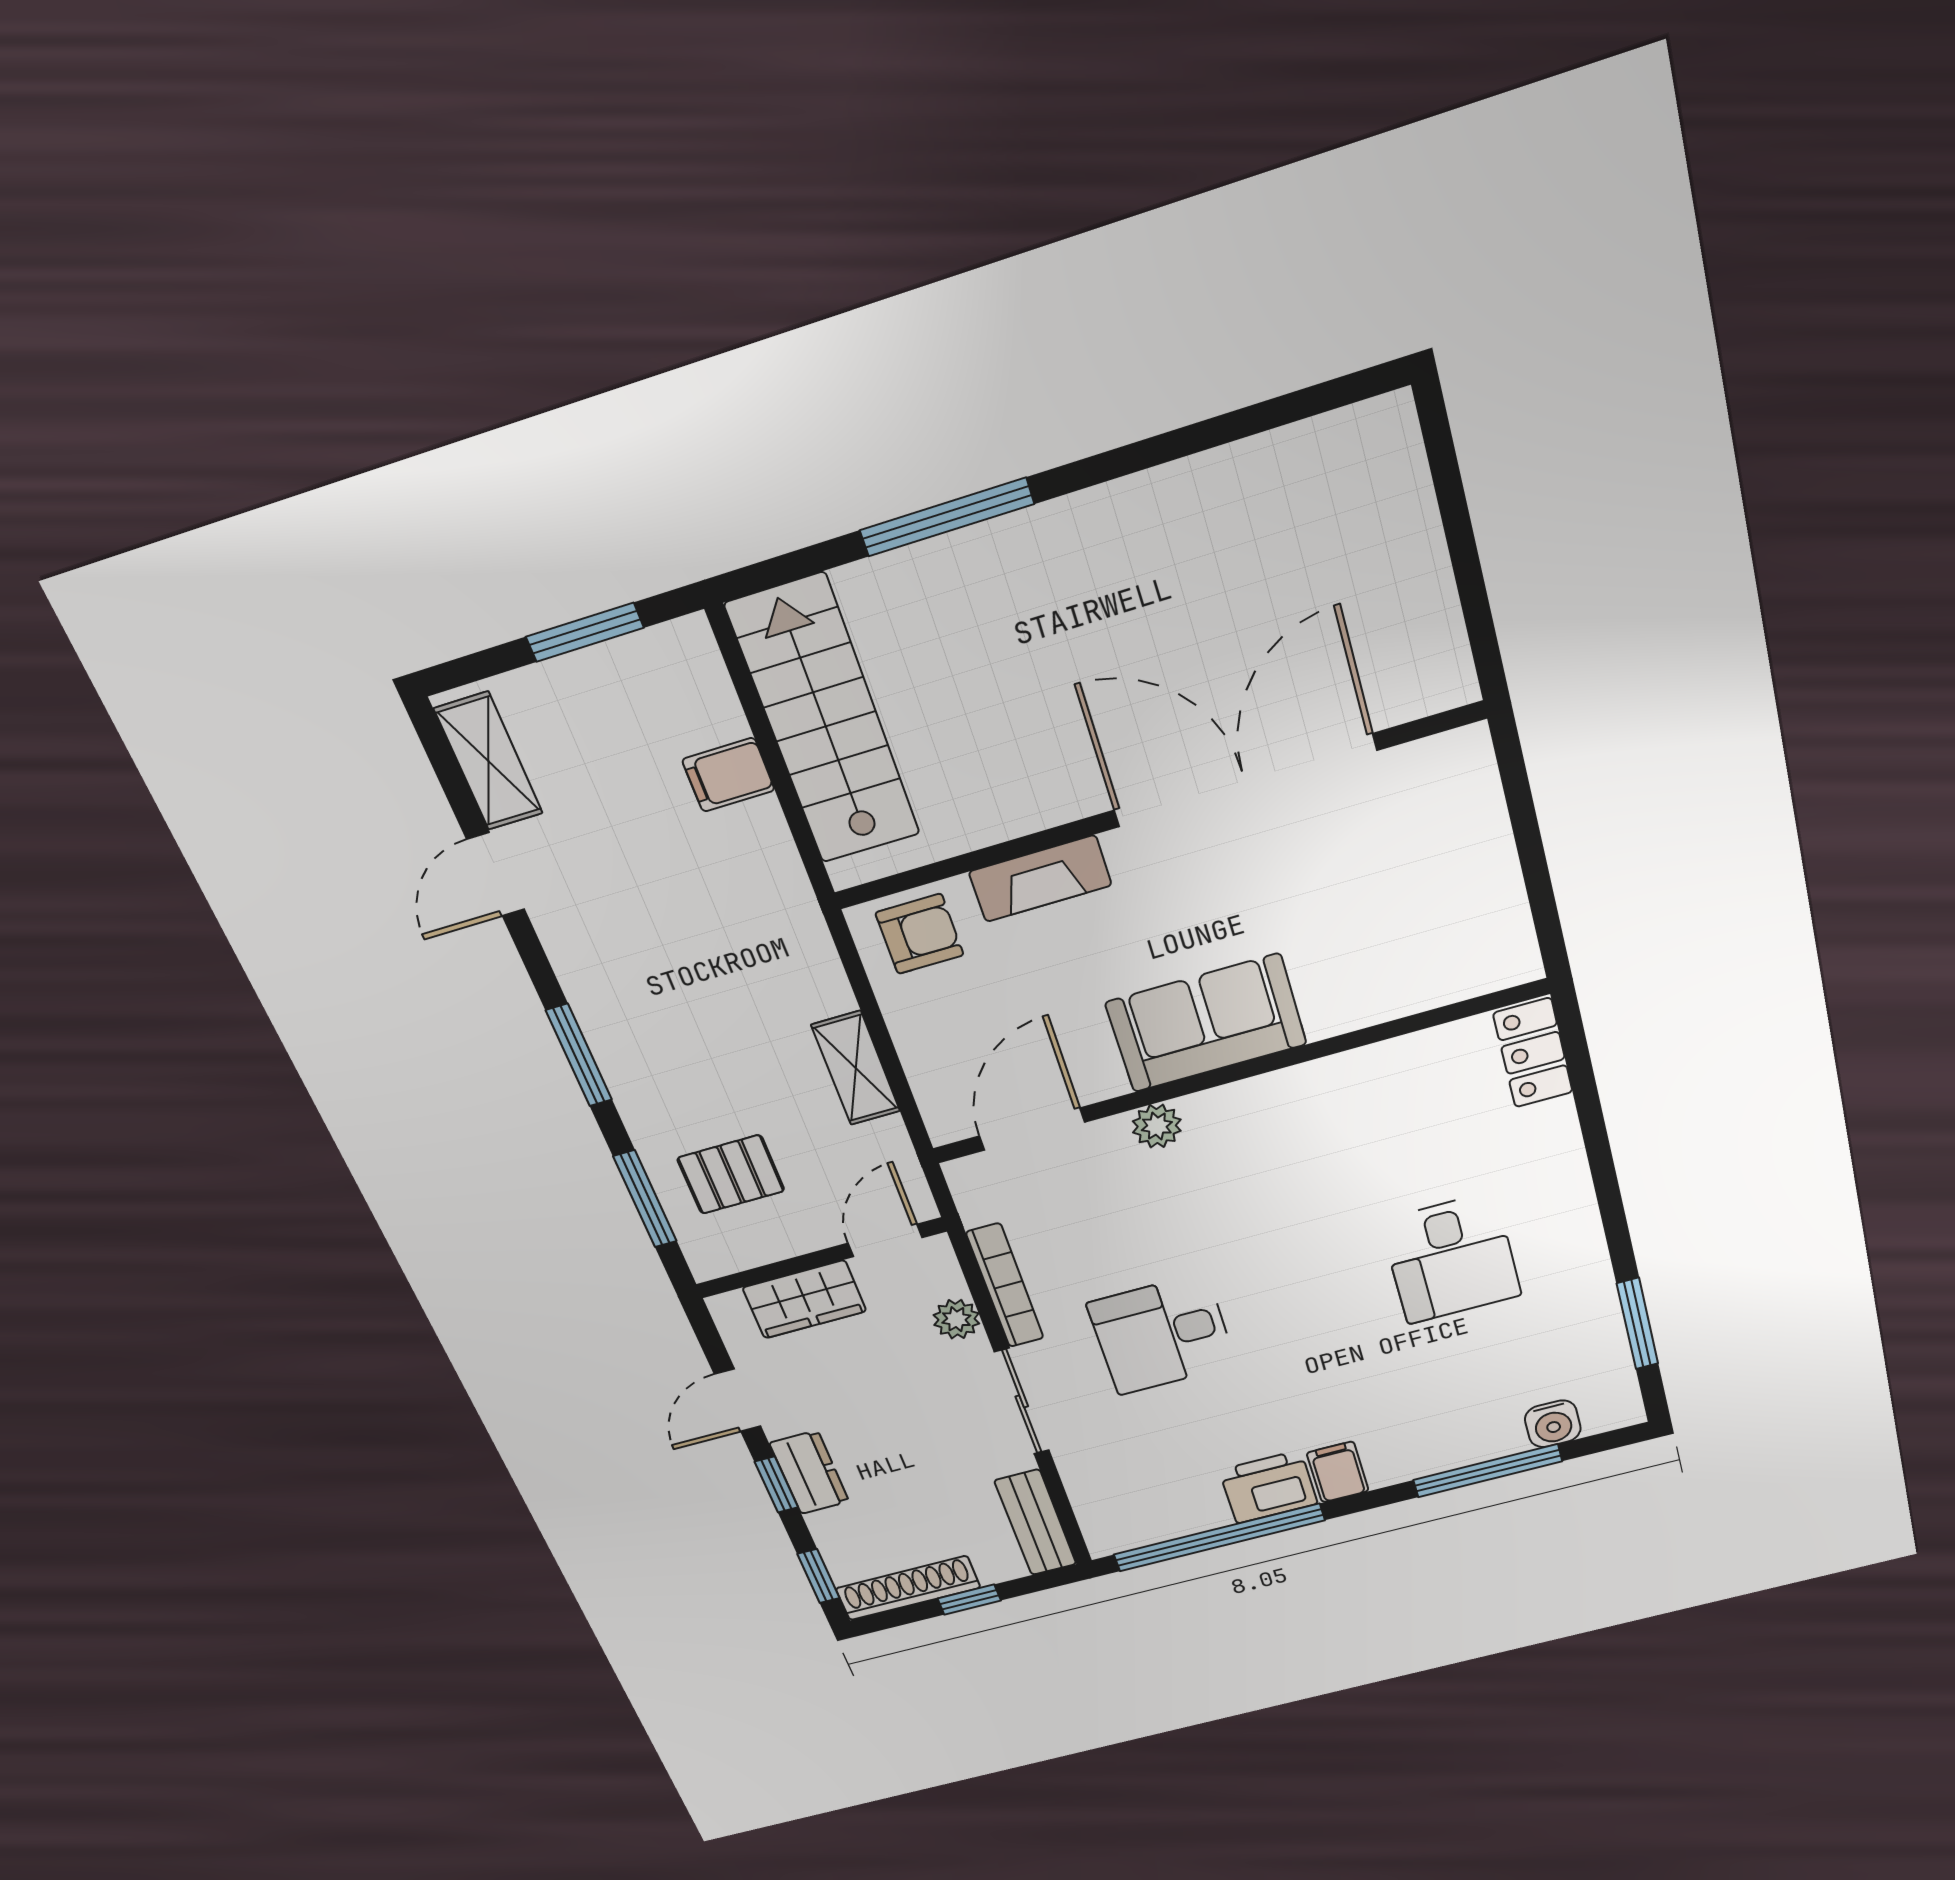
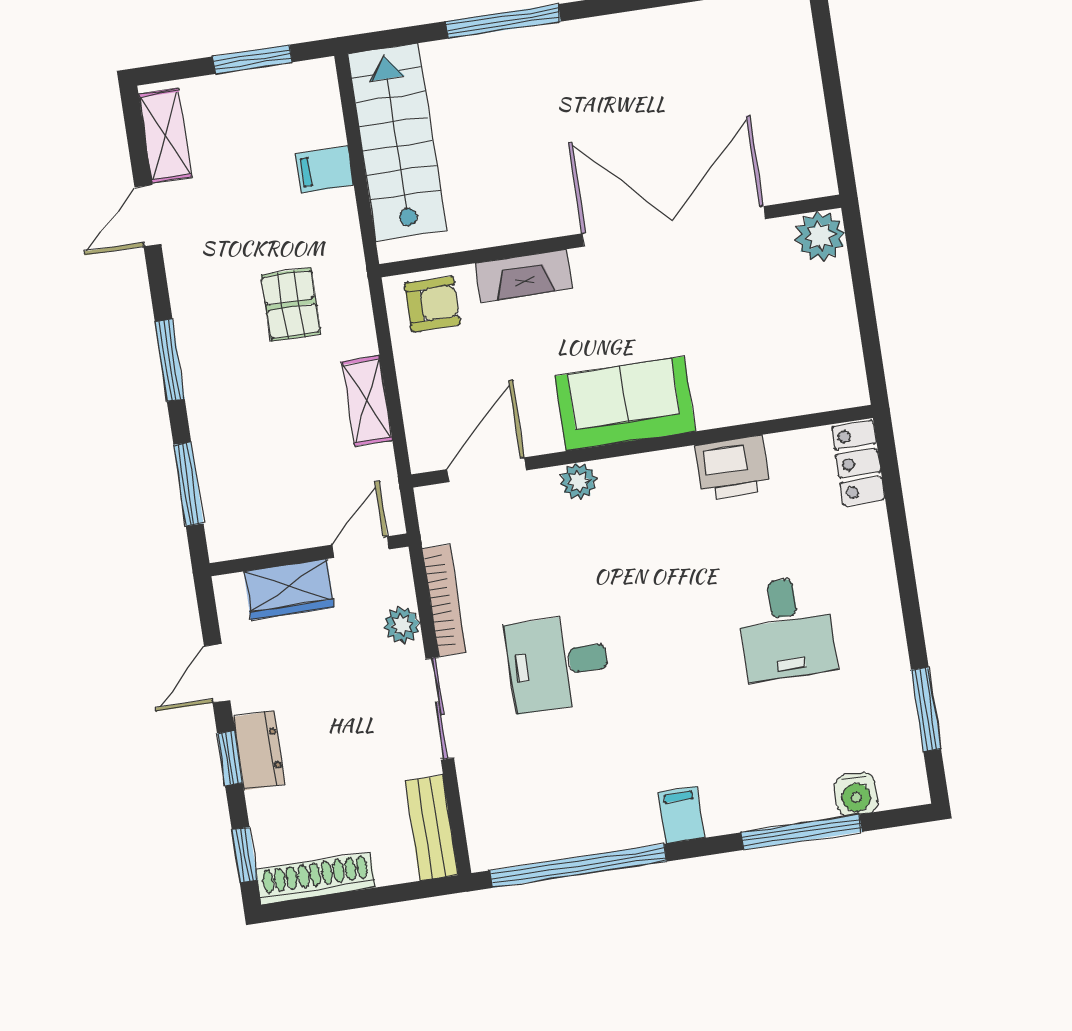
plant: (1459, 763) -> (820, 236), added
pallet: (731, 1174) -> (291, 304), moved, turned 90
printer: (1268, 1487) -> (732, 468), moved, turned 180
window: (969, 1600) -> (364, 898), removed

